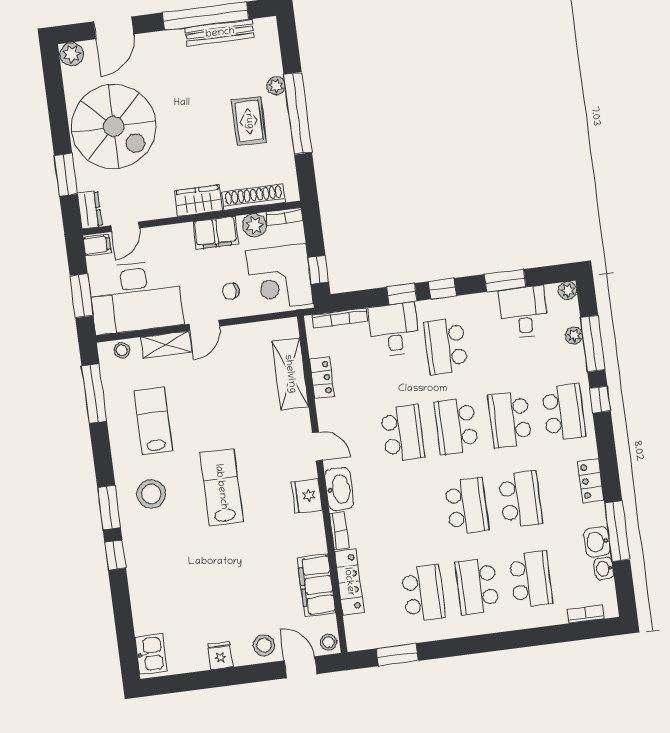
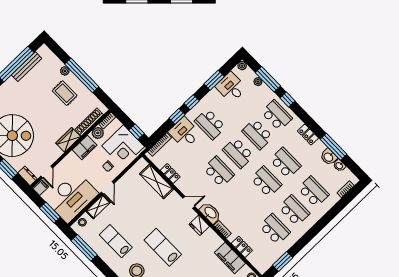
locker: (349, 582) -> (242, 247), width x0.66
school desk: (477, 586) -> (294, 210), turned 180

